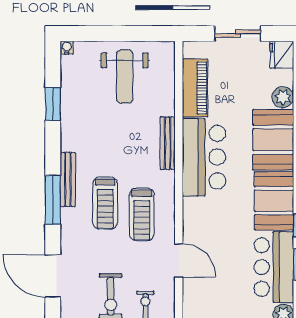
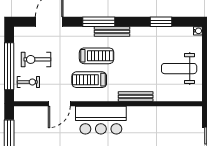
piano: (195, 88) -> (172, 114), removed
bar counter: (204, 157) -> (101, 120), moved
treadmill: (105, 203) -> (97, 56), turned 180

